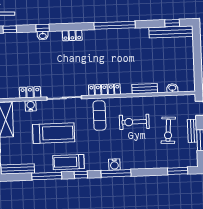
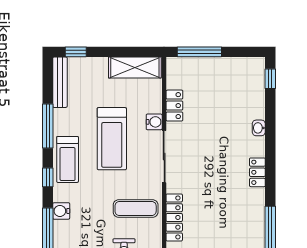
window: (43, 28) -> (270, 128), removed
water cooler: (31, 106) -> (154, 122), moved
treadmill: (69, 162) -> (68, 159), turned 180
water cooler: (114, 164) -> (61, 211), moved

